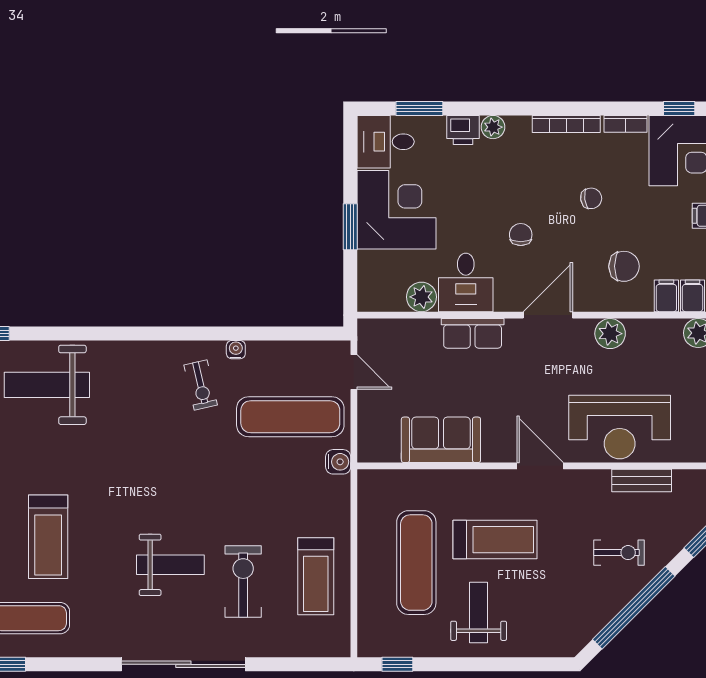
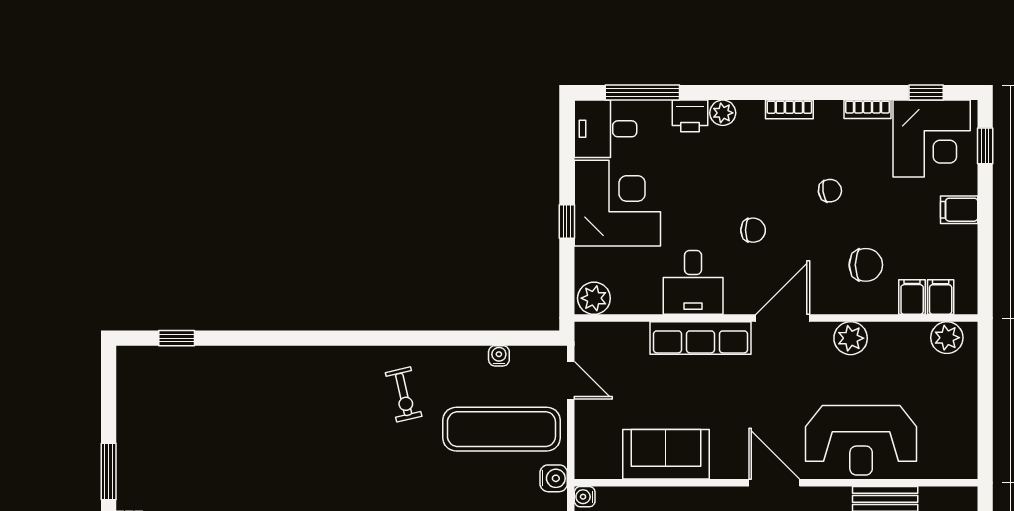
window: (419, 108) -> (642, 93), width x1.44
bookcase: (566, 124) -> (789, 109), width x0.64
window: (350, 227) -> (567, 222), width x0.67
chair: (521, 235) -> (753, 230), turned 90
plant: (421, 297) -> (594, 298), moved
row of seats: (473, 333) -> (700, 338), width x1.48
water cooler: (236, 350) -> (499, 356), moved
weight bench: (47, 385) -> (236, 394), removed
water cooler: (367, 479) -> (585, 497), added

